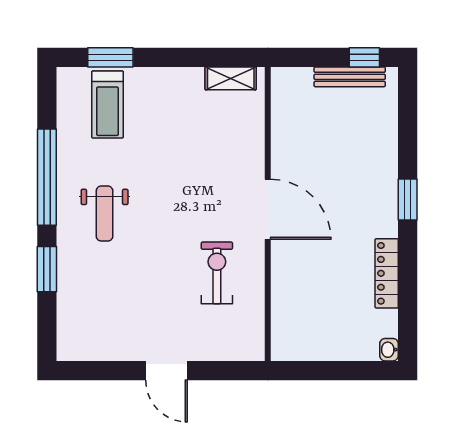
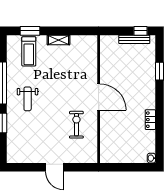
shelving: (231, 78) -> (58, 40), moved
window: (408, 200) -> (159, 71), moved
locker: (387, 273) -> (150, 120), width x0.66

